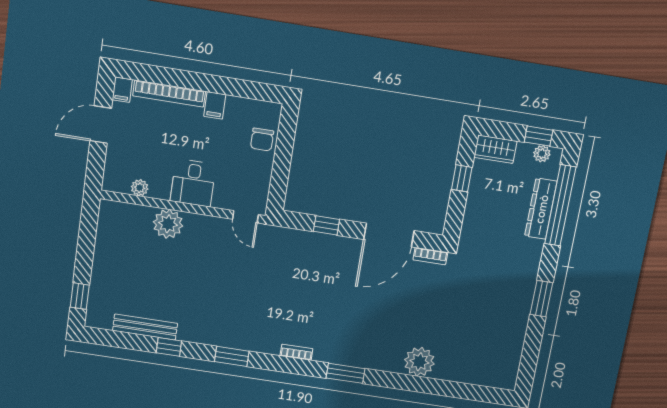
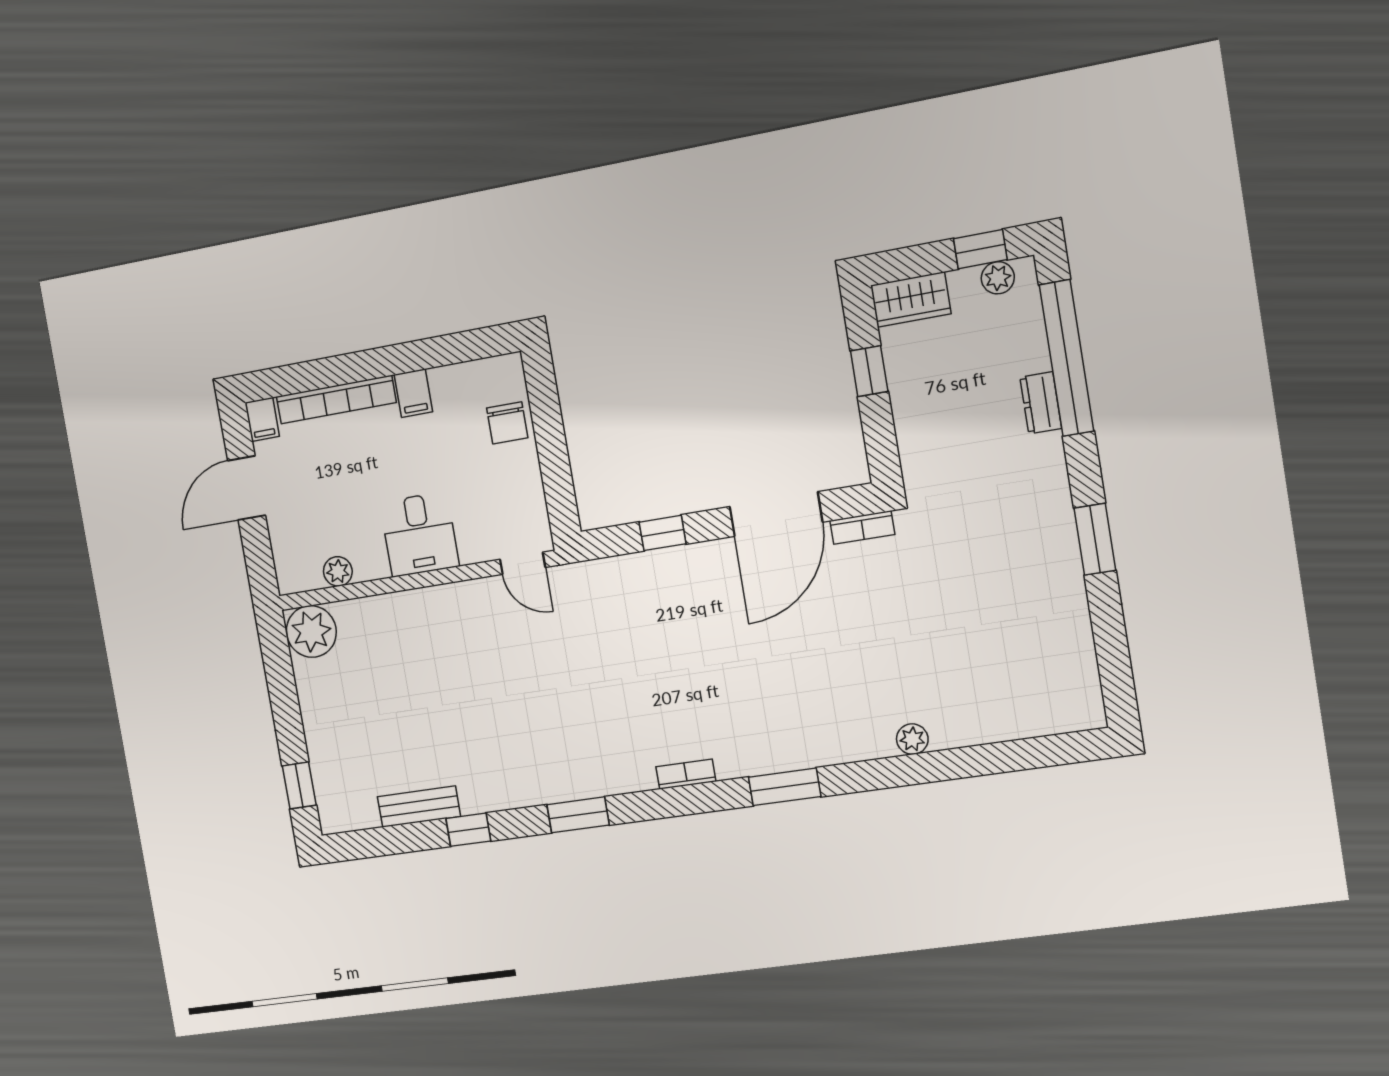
dresser: (541, 209) -> (1041, 403), width x0.51, depth x0.80
plant: (168, 224) -> (311, 631), moved
bench: (145, 327) -> (419, 807), width x0.73
plant: (419, 362) -> (912, 739), width x0.53, depth x0.53

